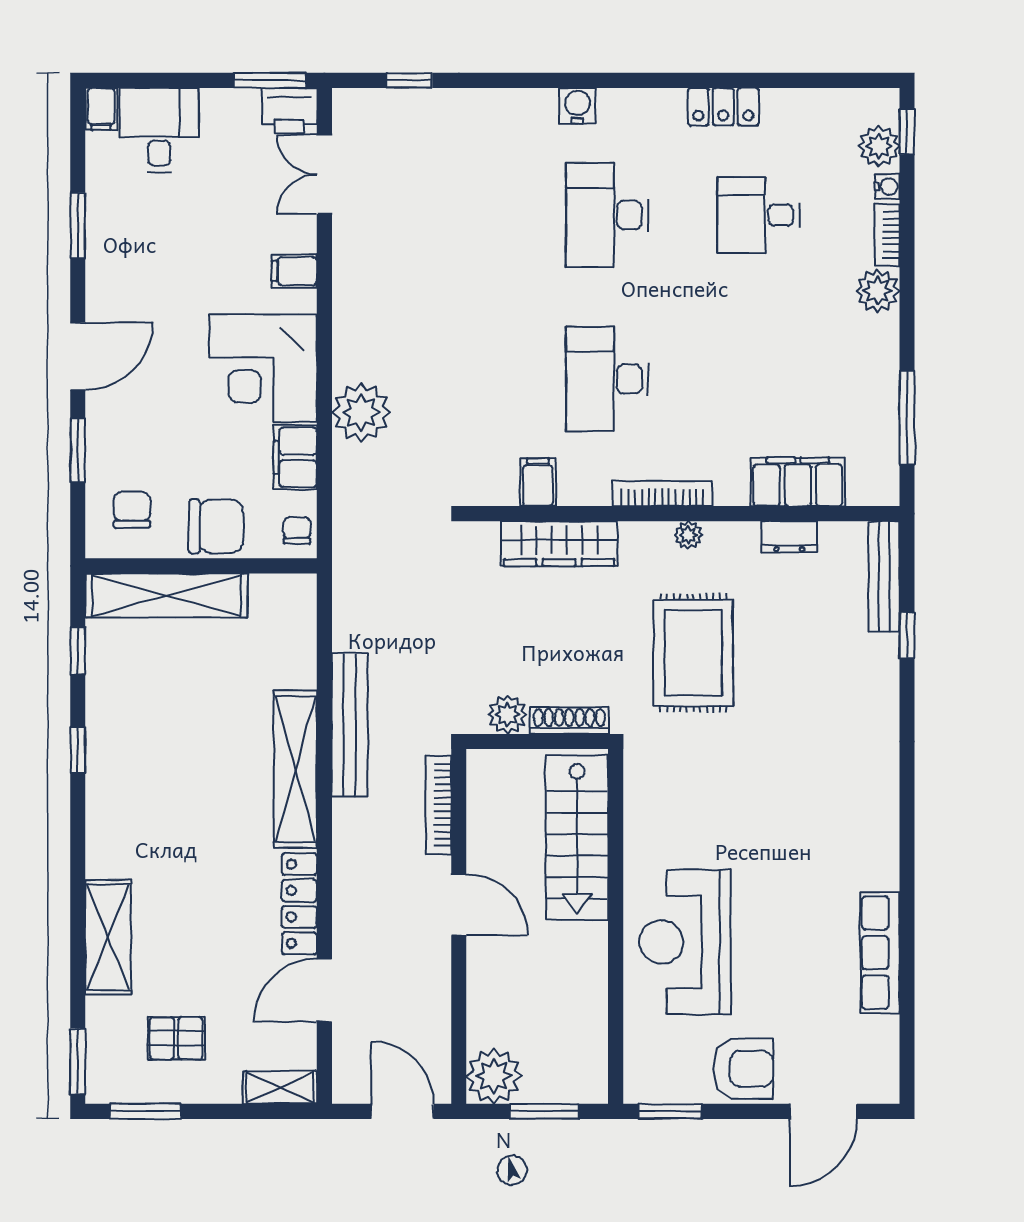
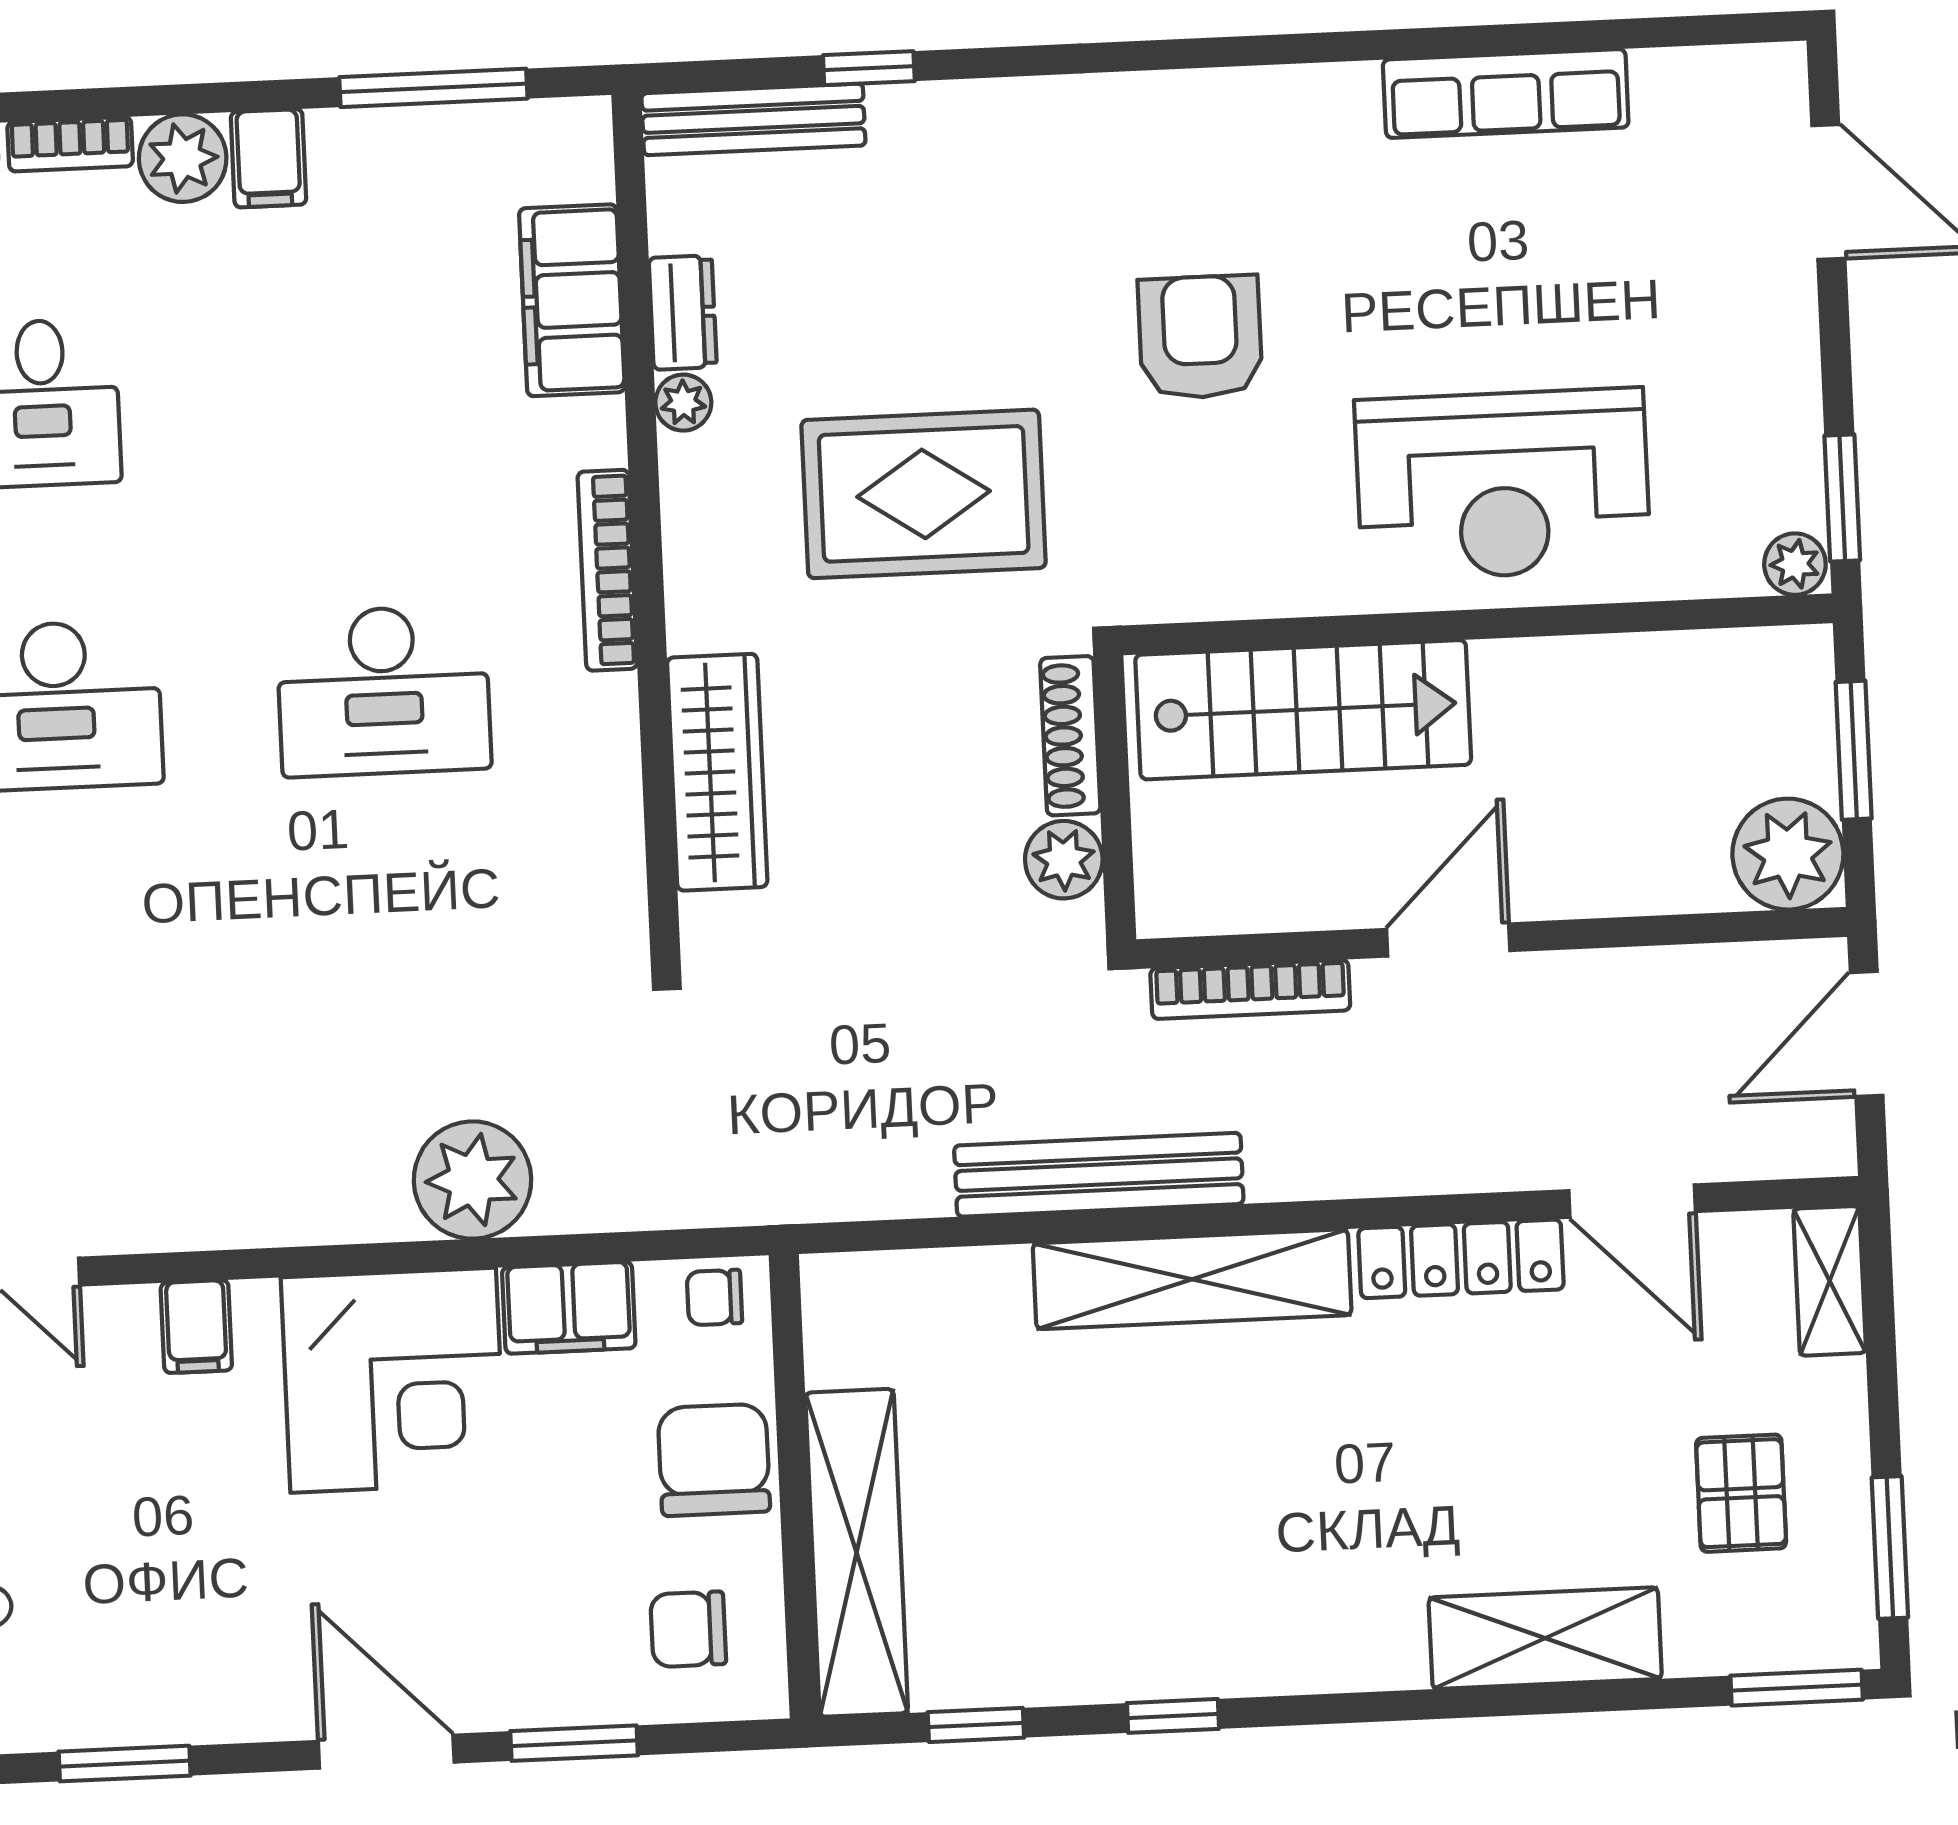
filing cabinet: (538, 482) -> (268, 158), moved, turned -90
plant: (688, 535) -> (683, 403), moved
armchair: (743, 1069) -> (1200, 337), moved
plant: (638, 1086) -> (1795, 564), added

